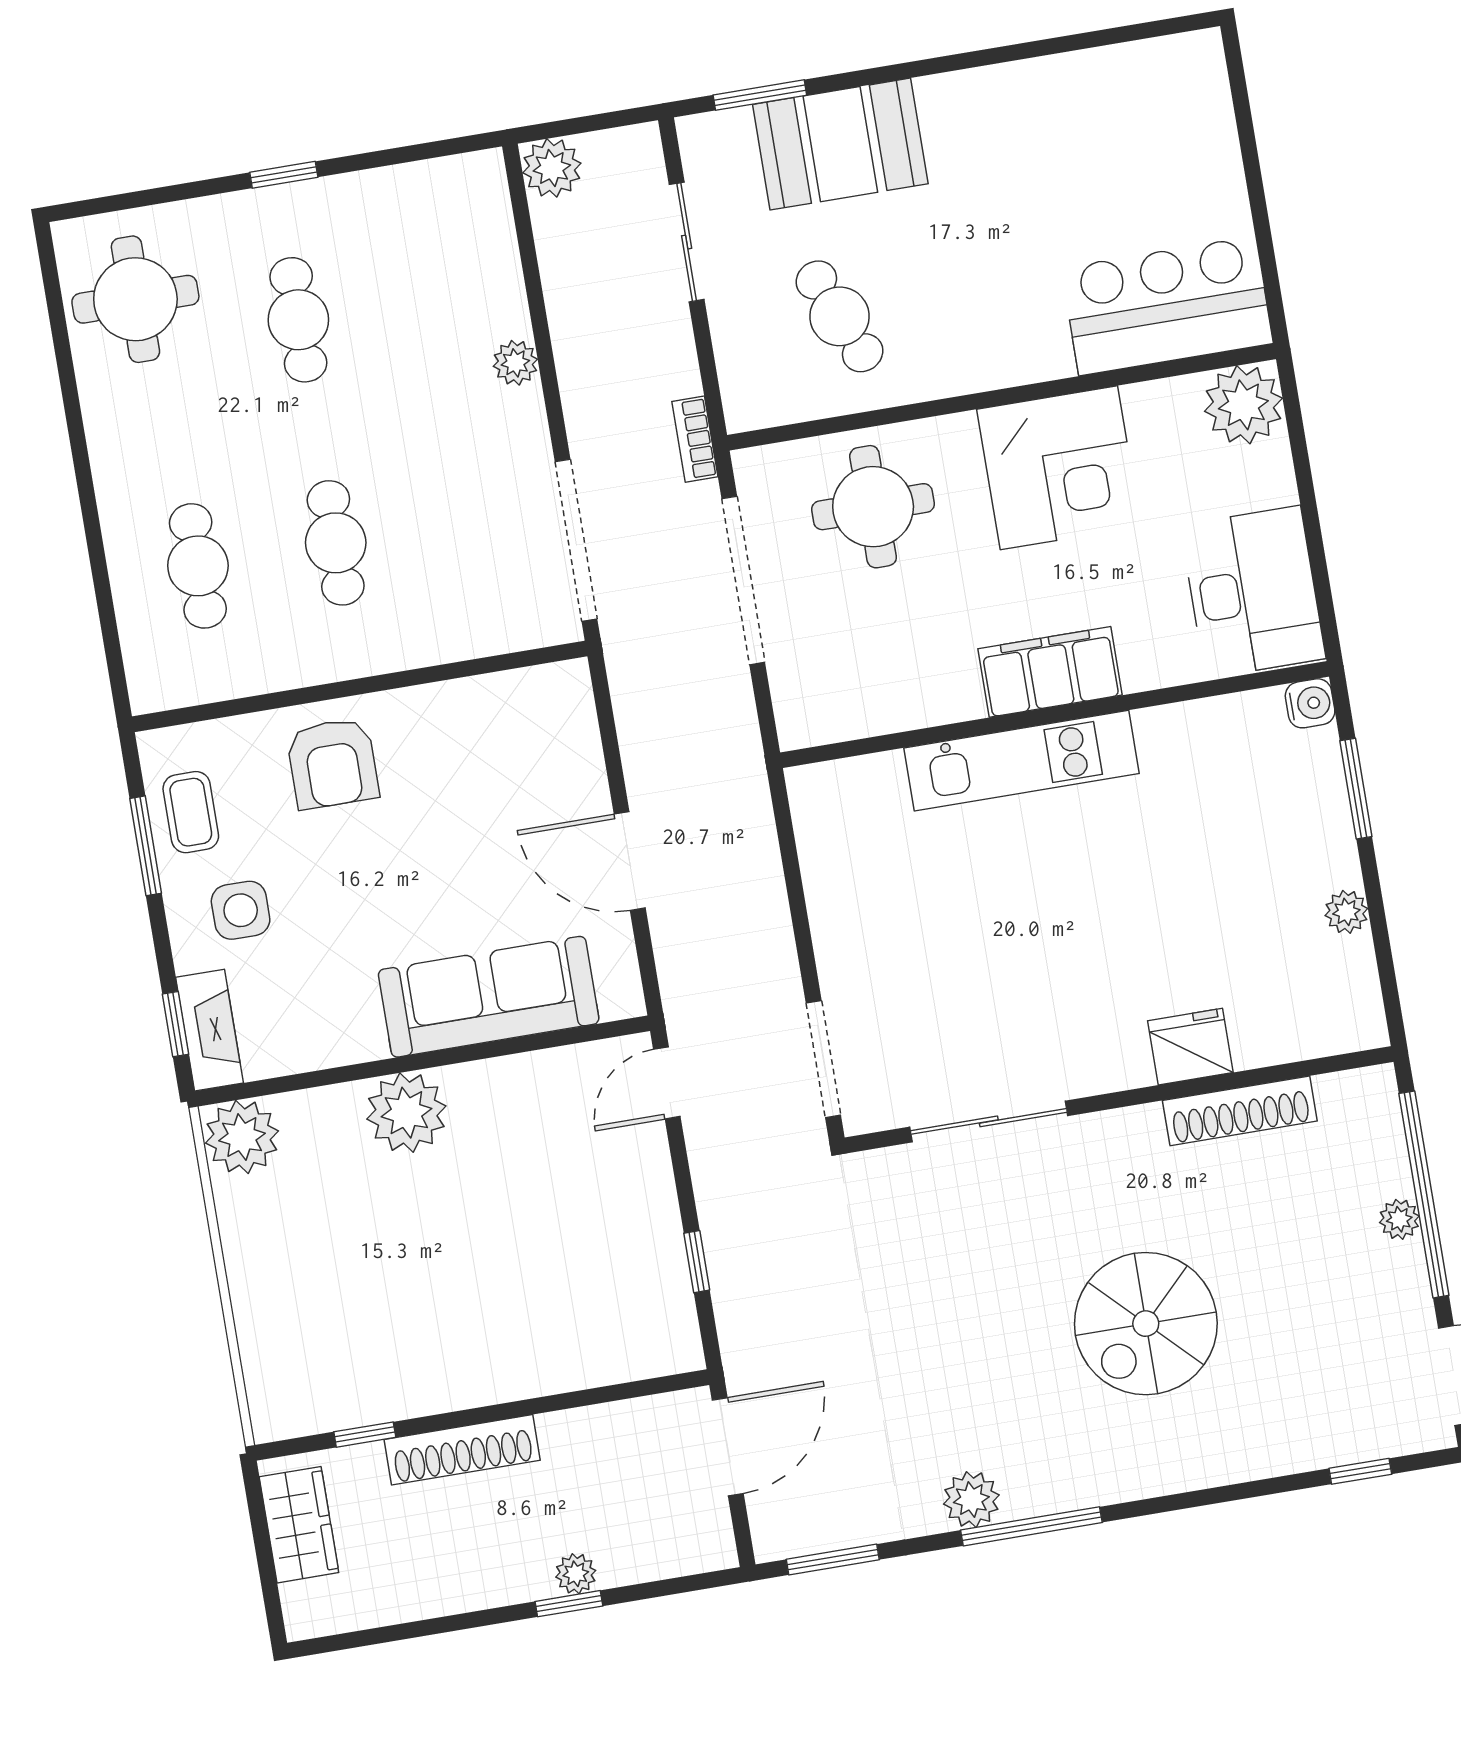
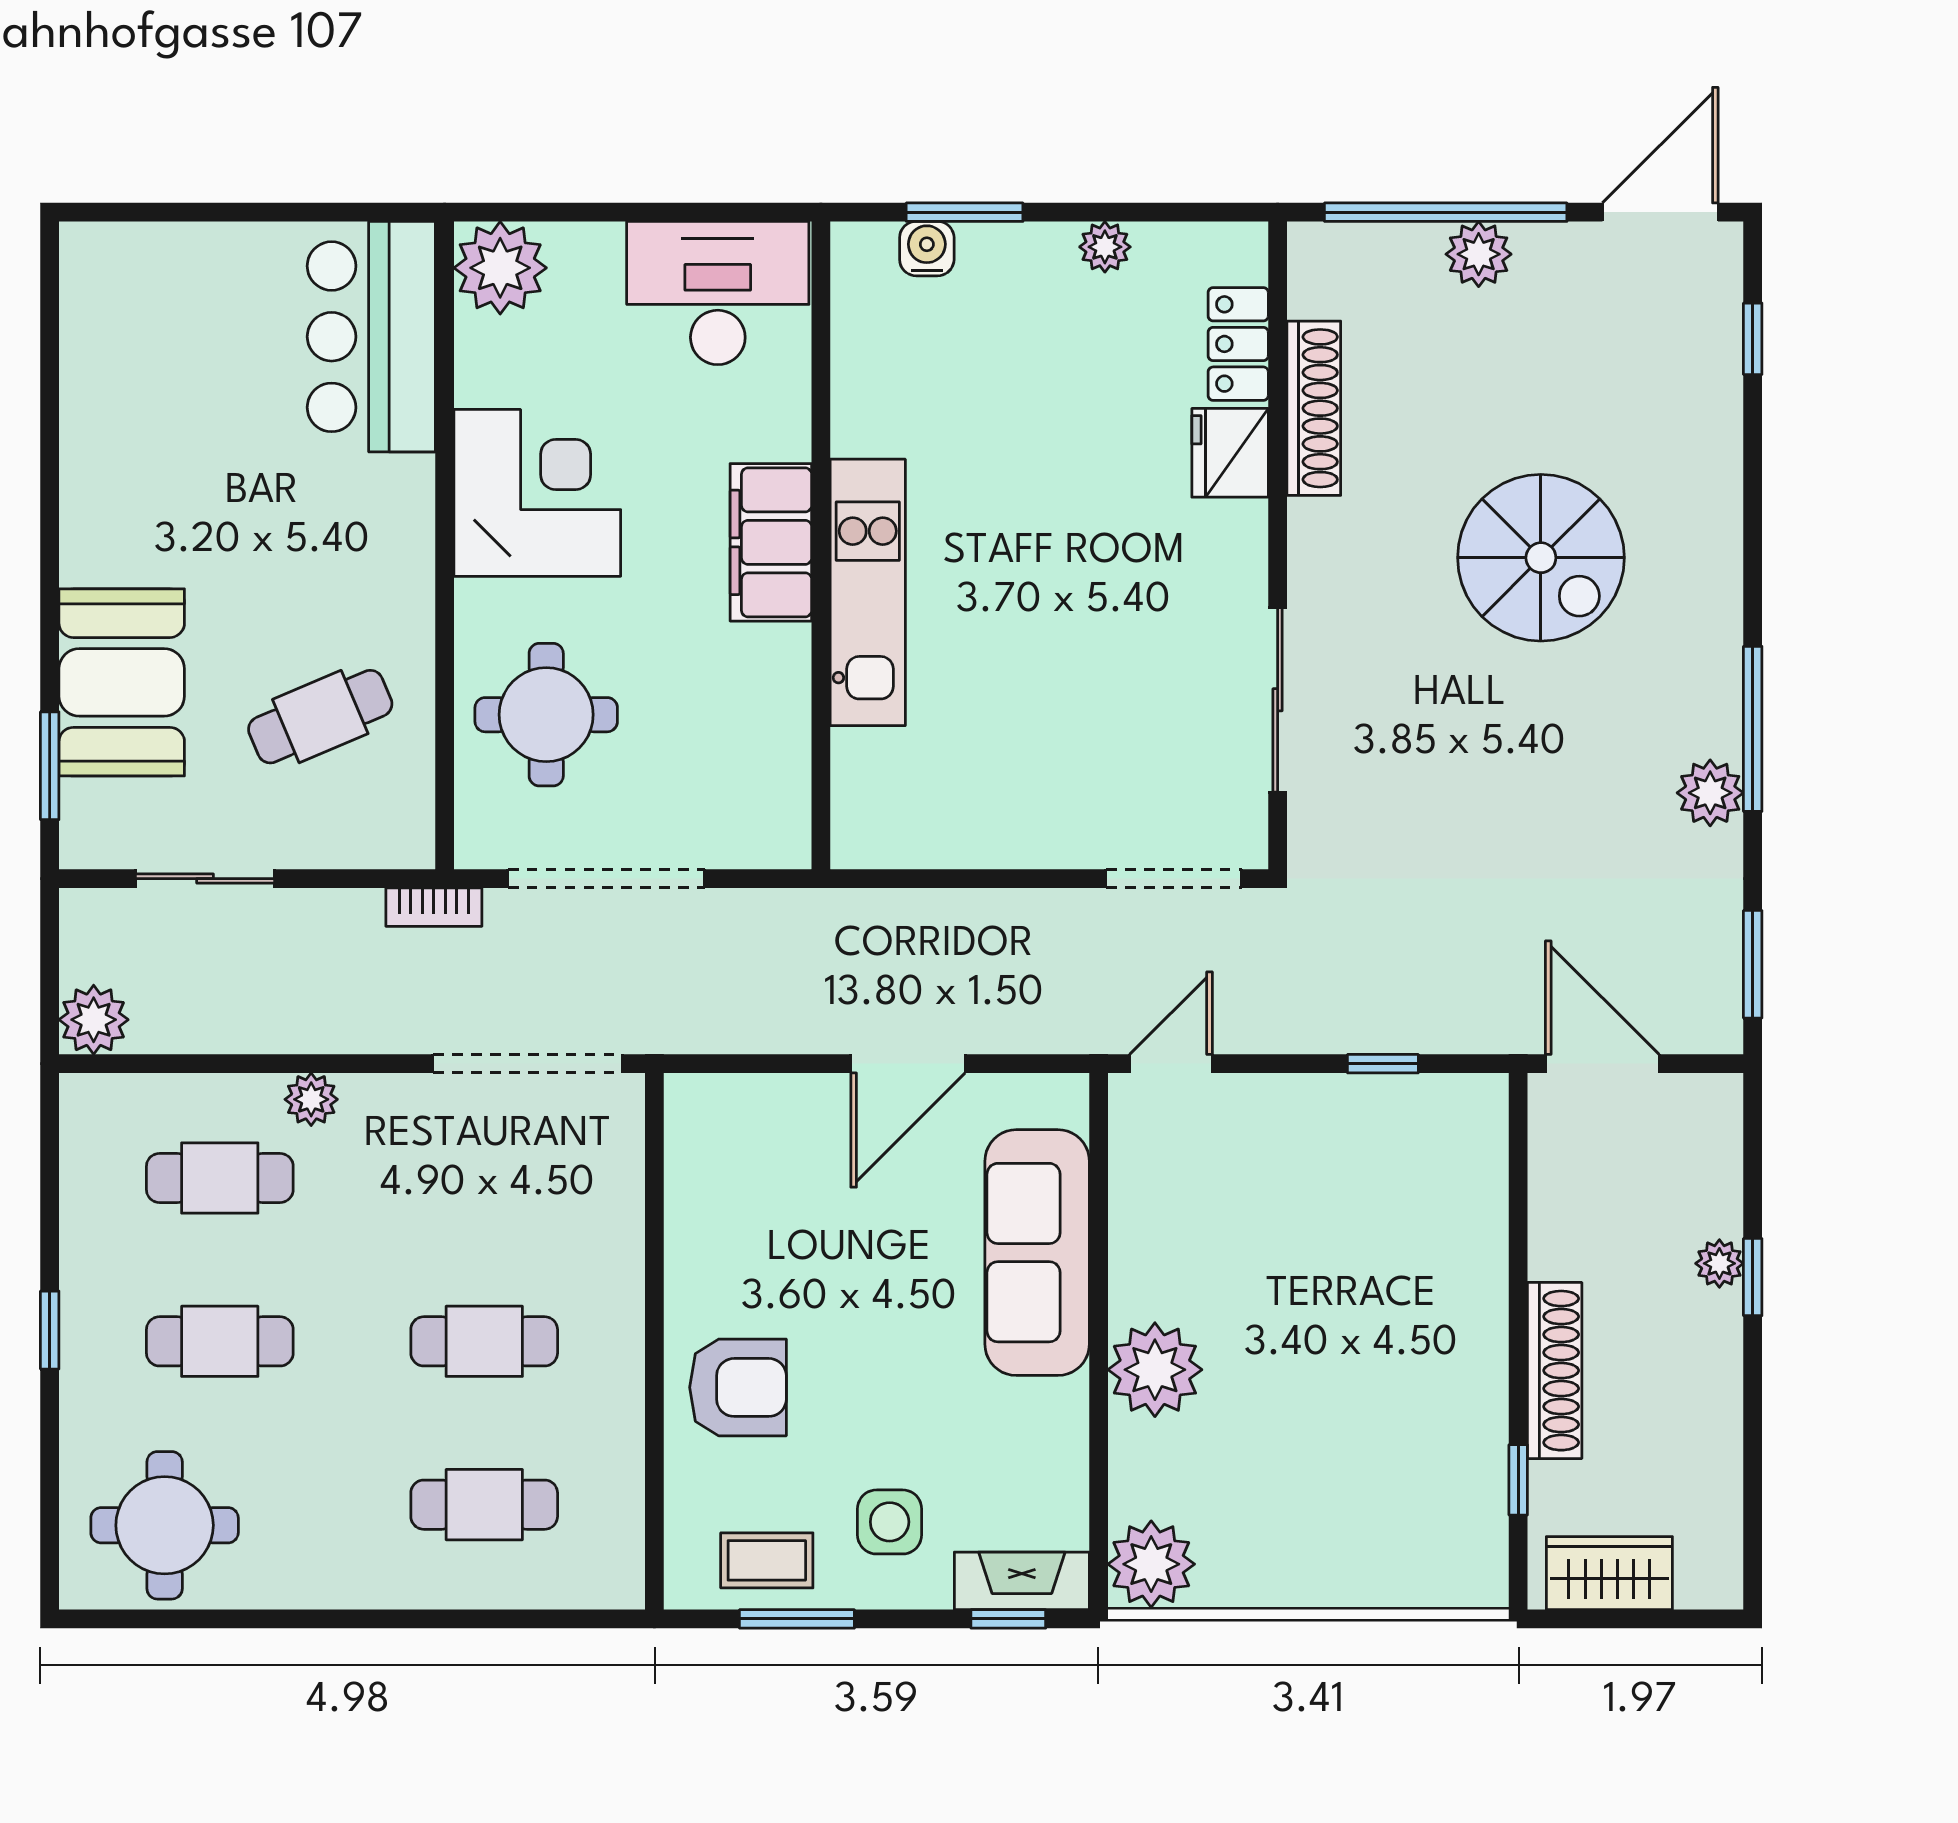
cafe table: (436, 297) -> (220, 1178), added
water cooler: (1310, 703) -> (927, 249), moved
locker: (1283, 1038) -> (1238, 344), added
door: (667, 1083) -> (1171, 1064), swing flipped
plant: (1399, 1219) -> (1479, 254), width x1.38, depth x1.38

